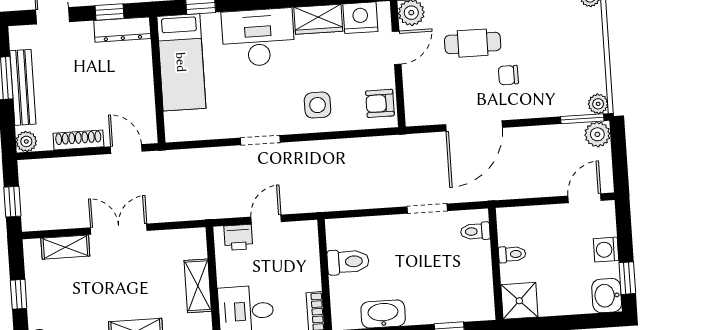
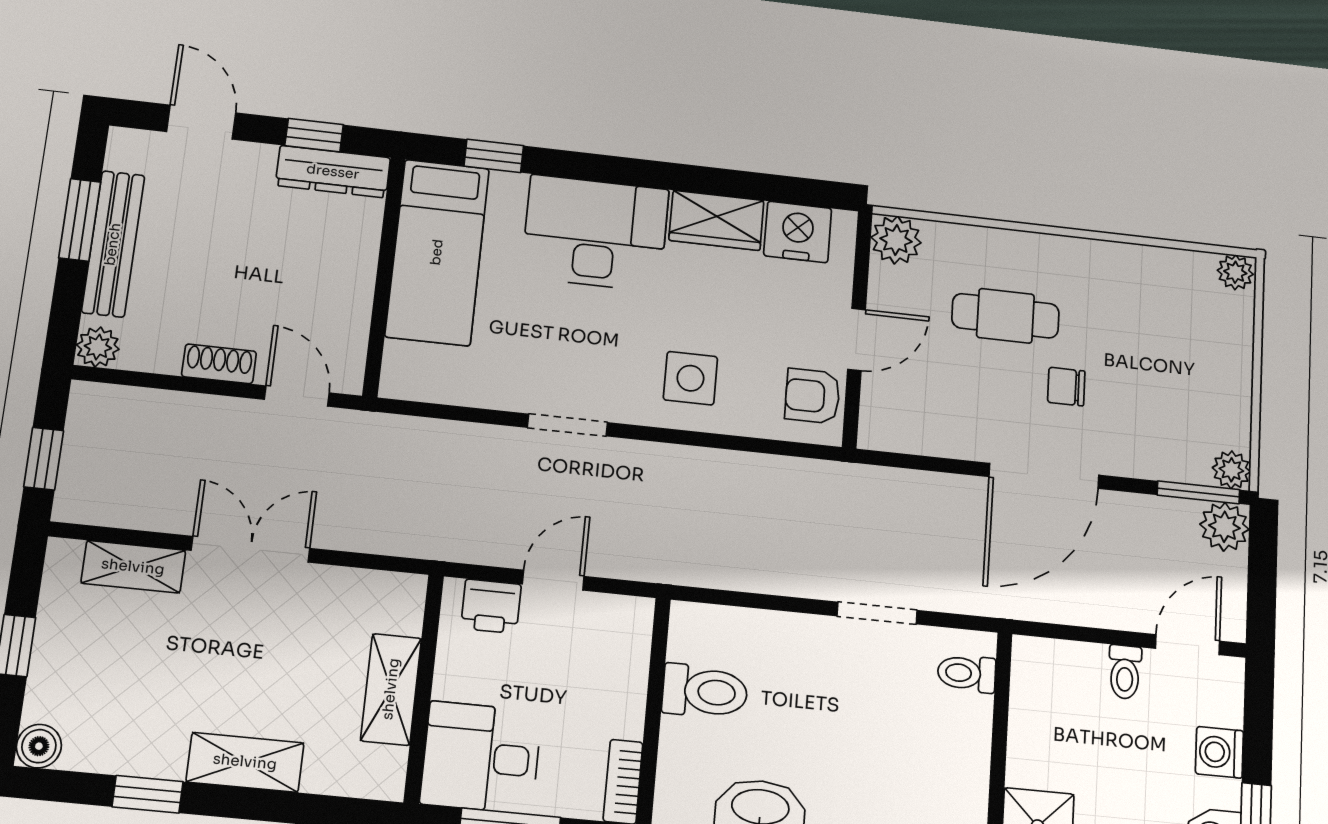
door: (397, 48) -> (857, 340), moved
door: (474, 126) -> (1044, 476), moved
shoe rack: (78, 140) -> (219, 364), width x0.70
toilet: (512, 254) -> (1125, 672), moved, turned 90

